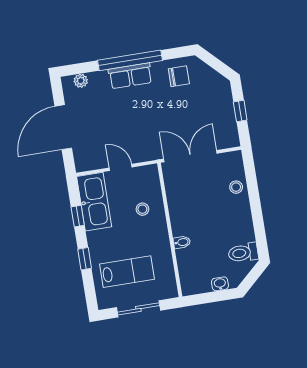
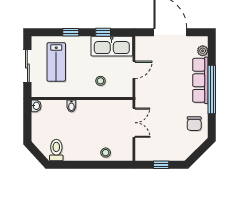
row of seats: (130, 76) -> (200, 80), width x1.48
double door: (190, 156) -> (134, 123), width x0.73
washbasin: (220, 284) -> (36, 106), moved

